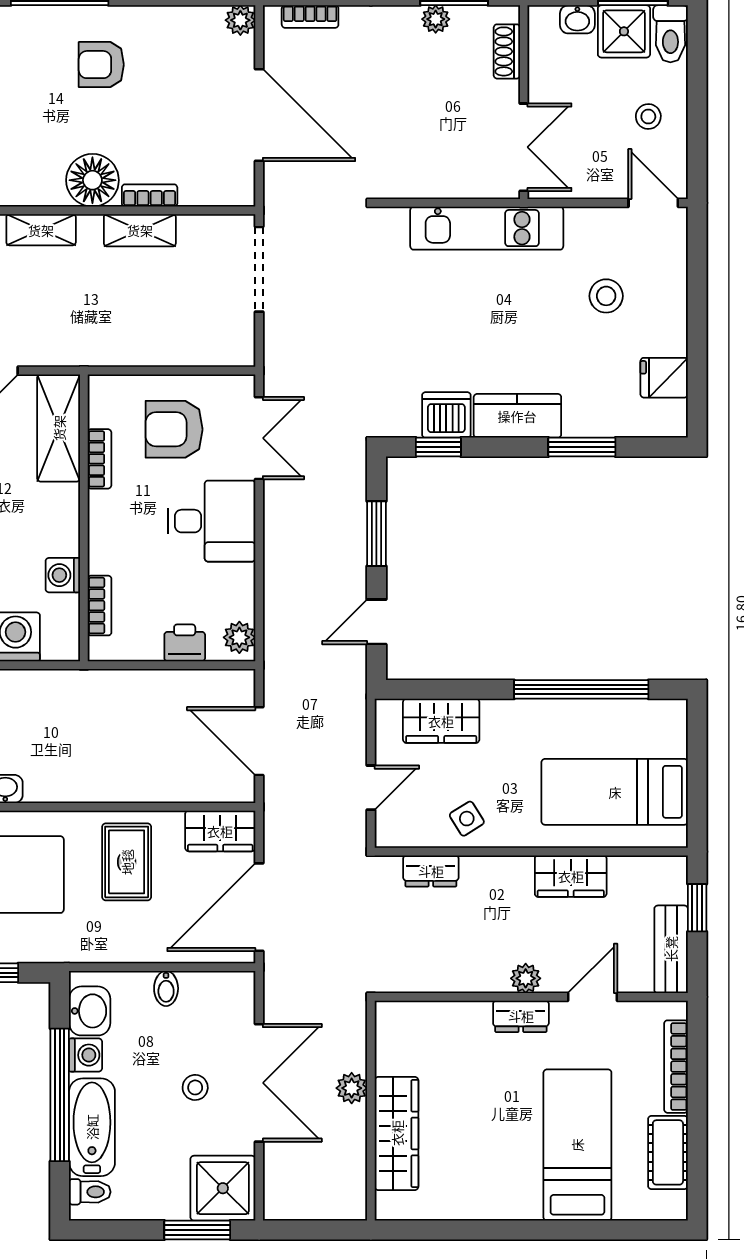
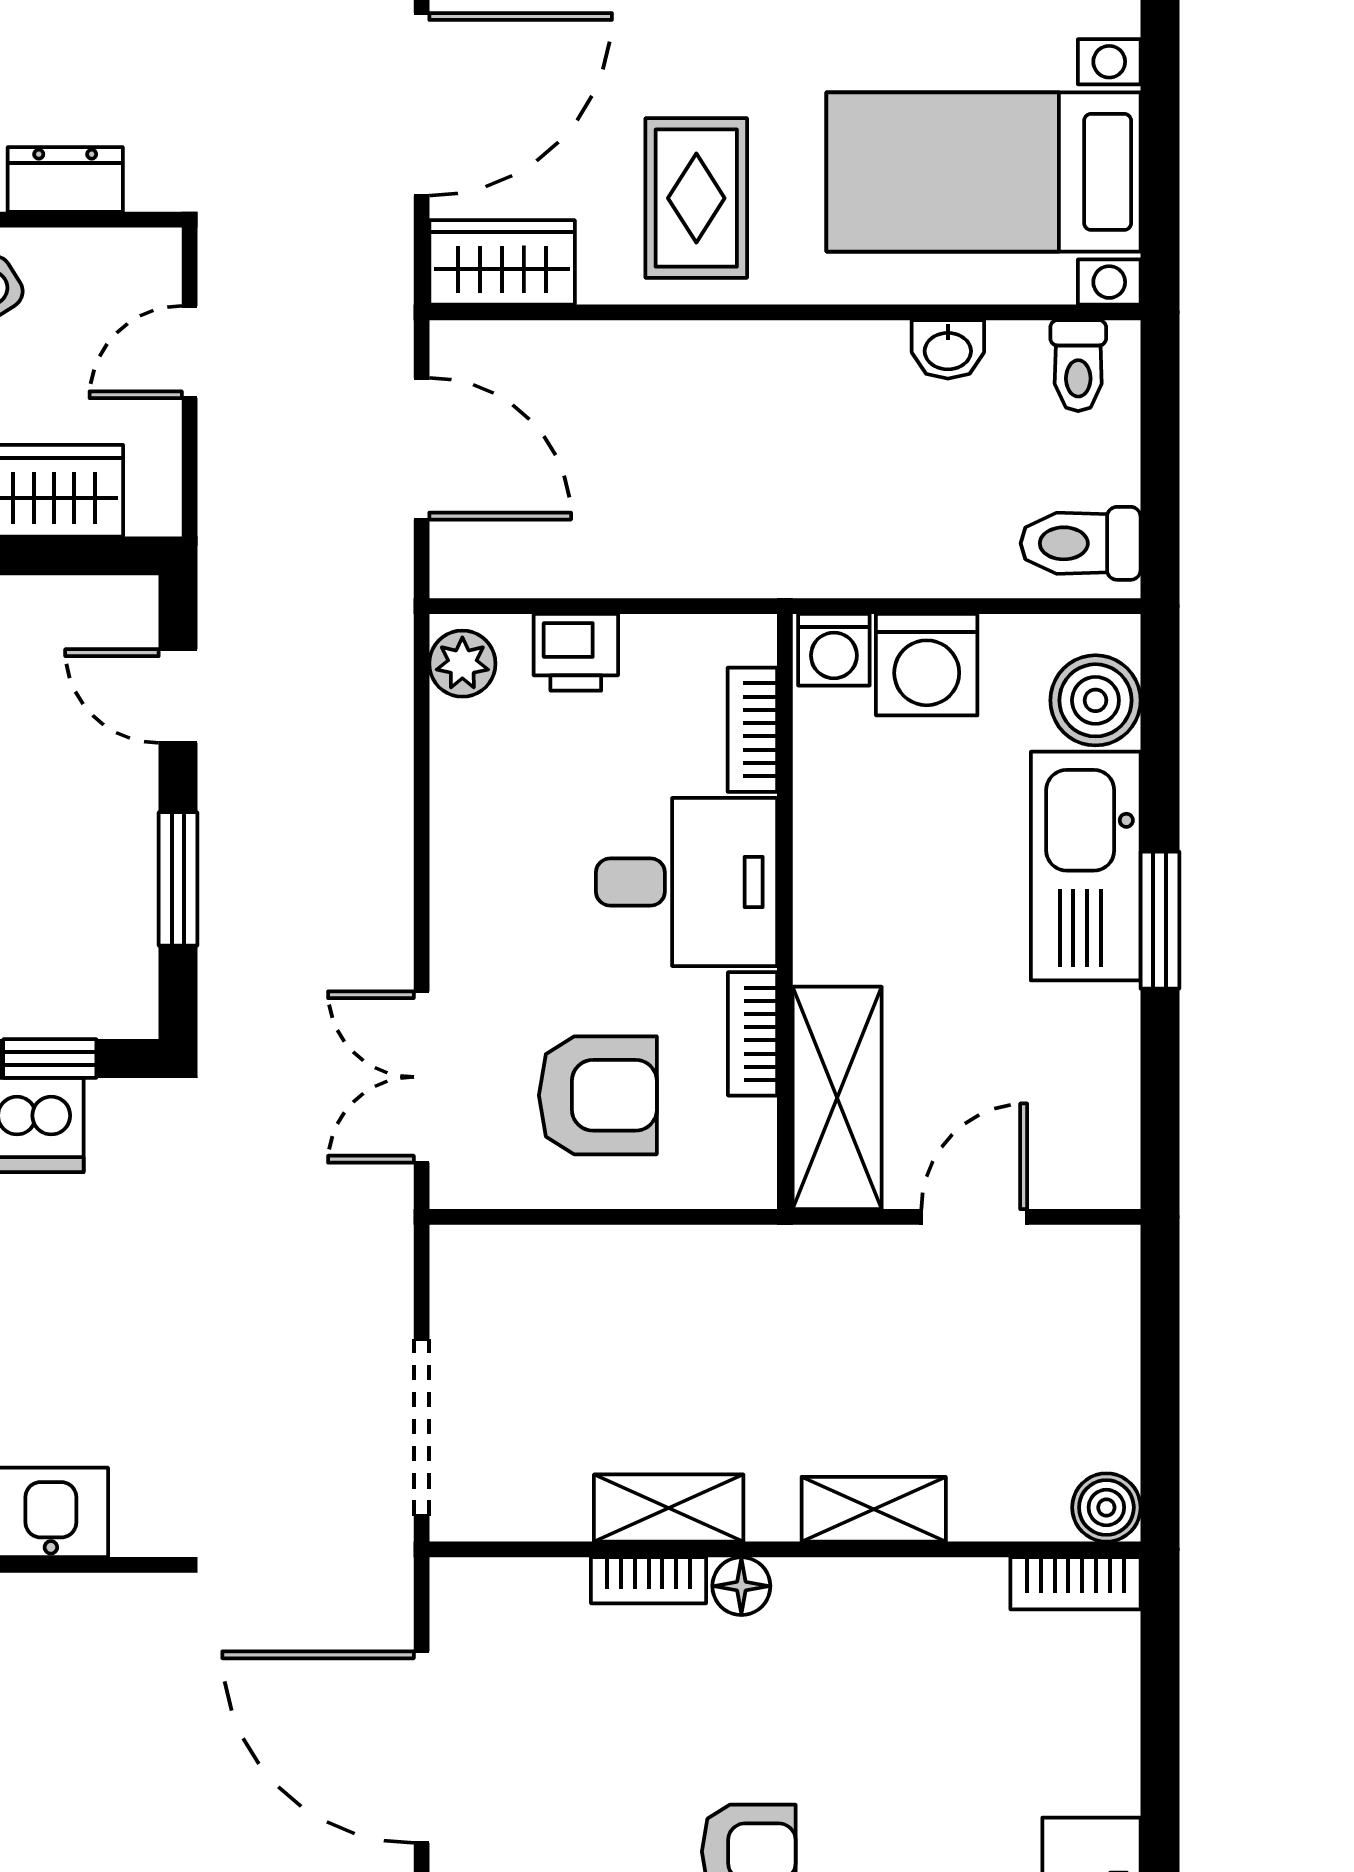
floor lamp: (92, 180) -> (741, 1586), width x0.53, depth x0.53
desk: (212, 521) -> (687, 882), moved, turned 180
washing machine: (63, 575) -> (834, 650), moved, turned 90
door: (376, 622) -> (178, 696), swing flipped

